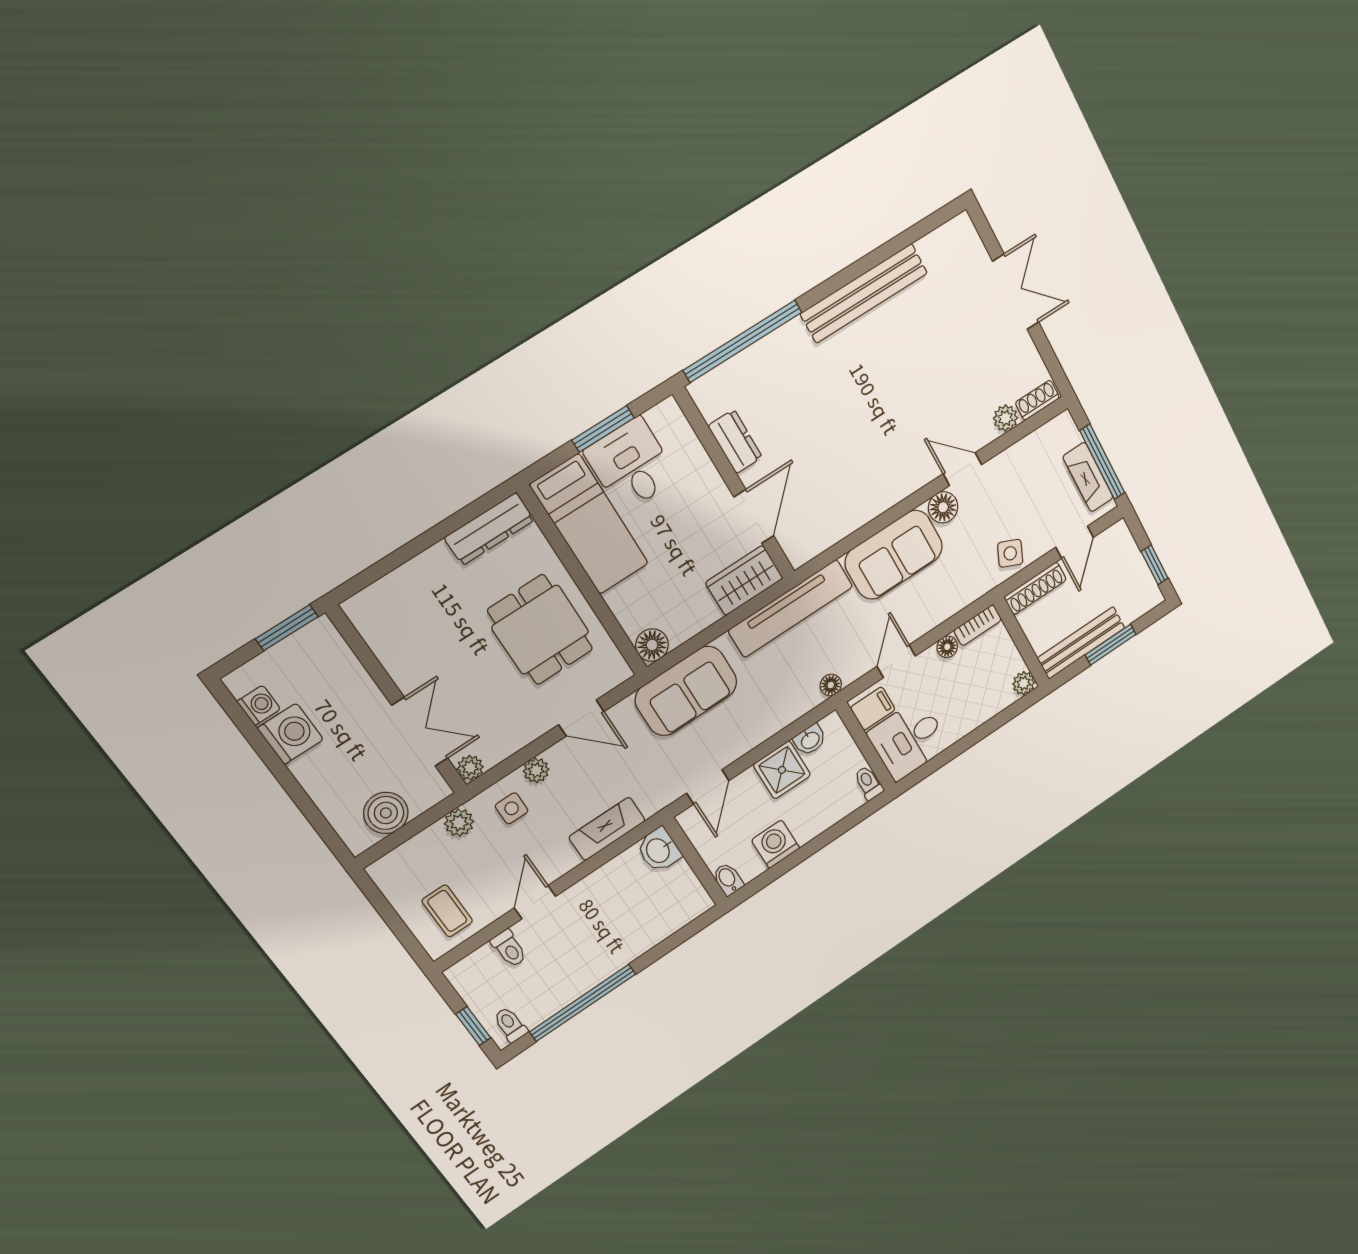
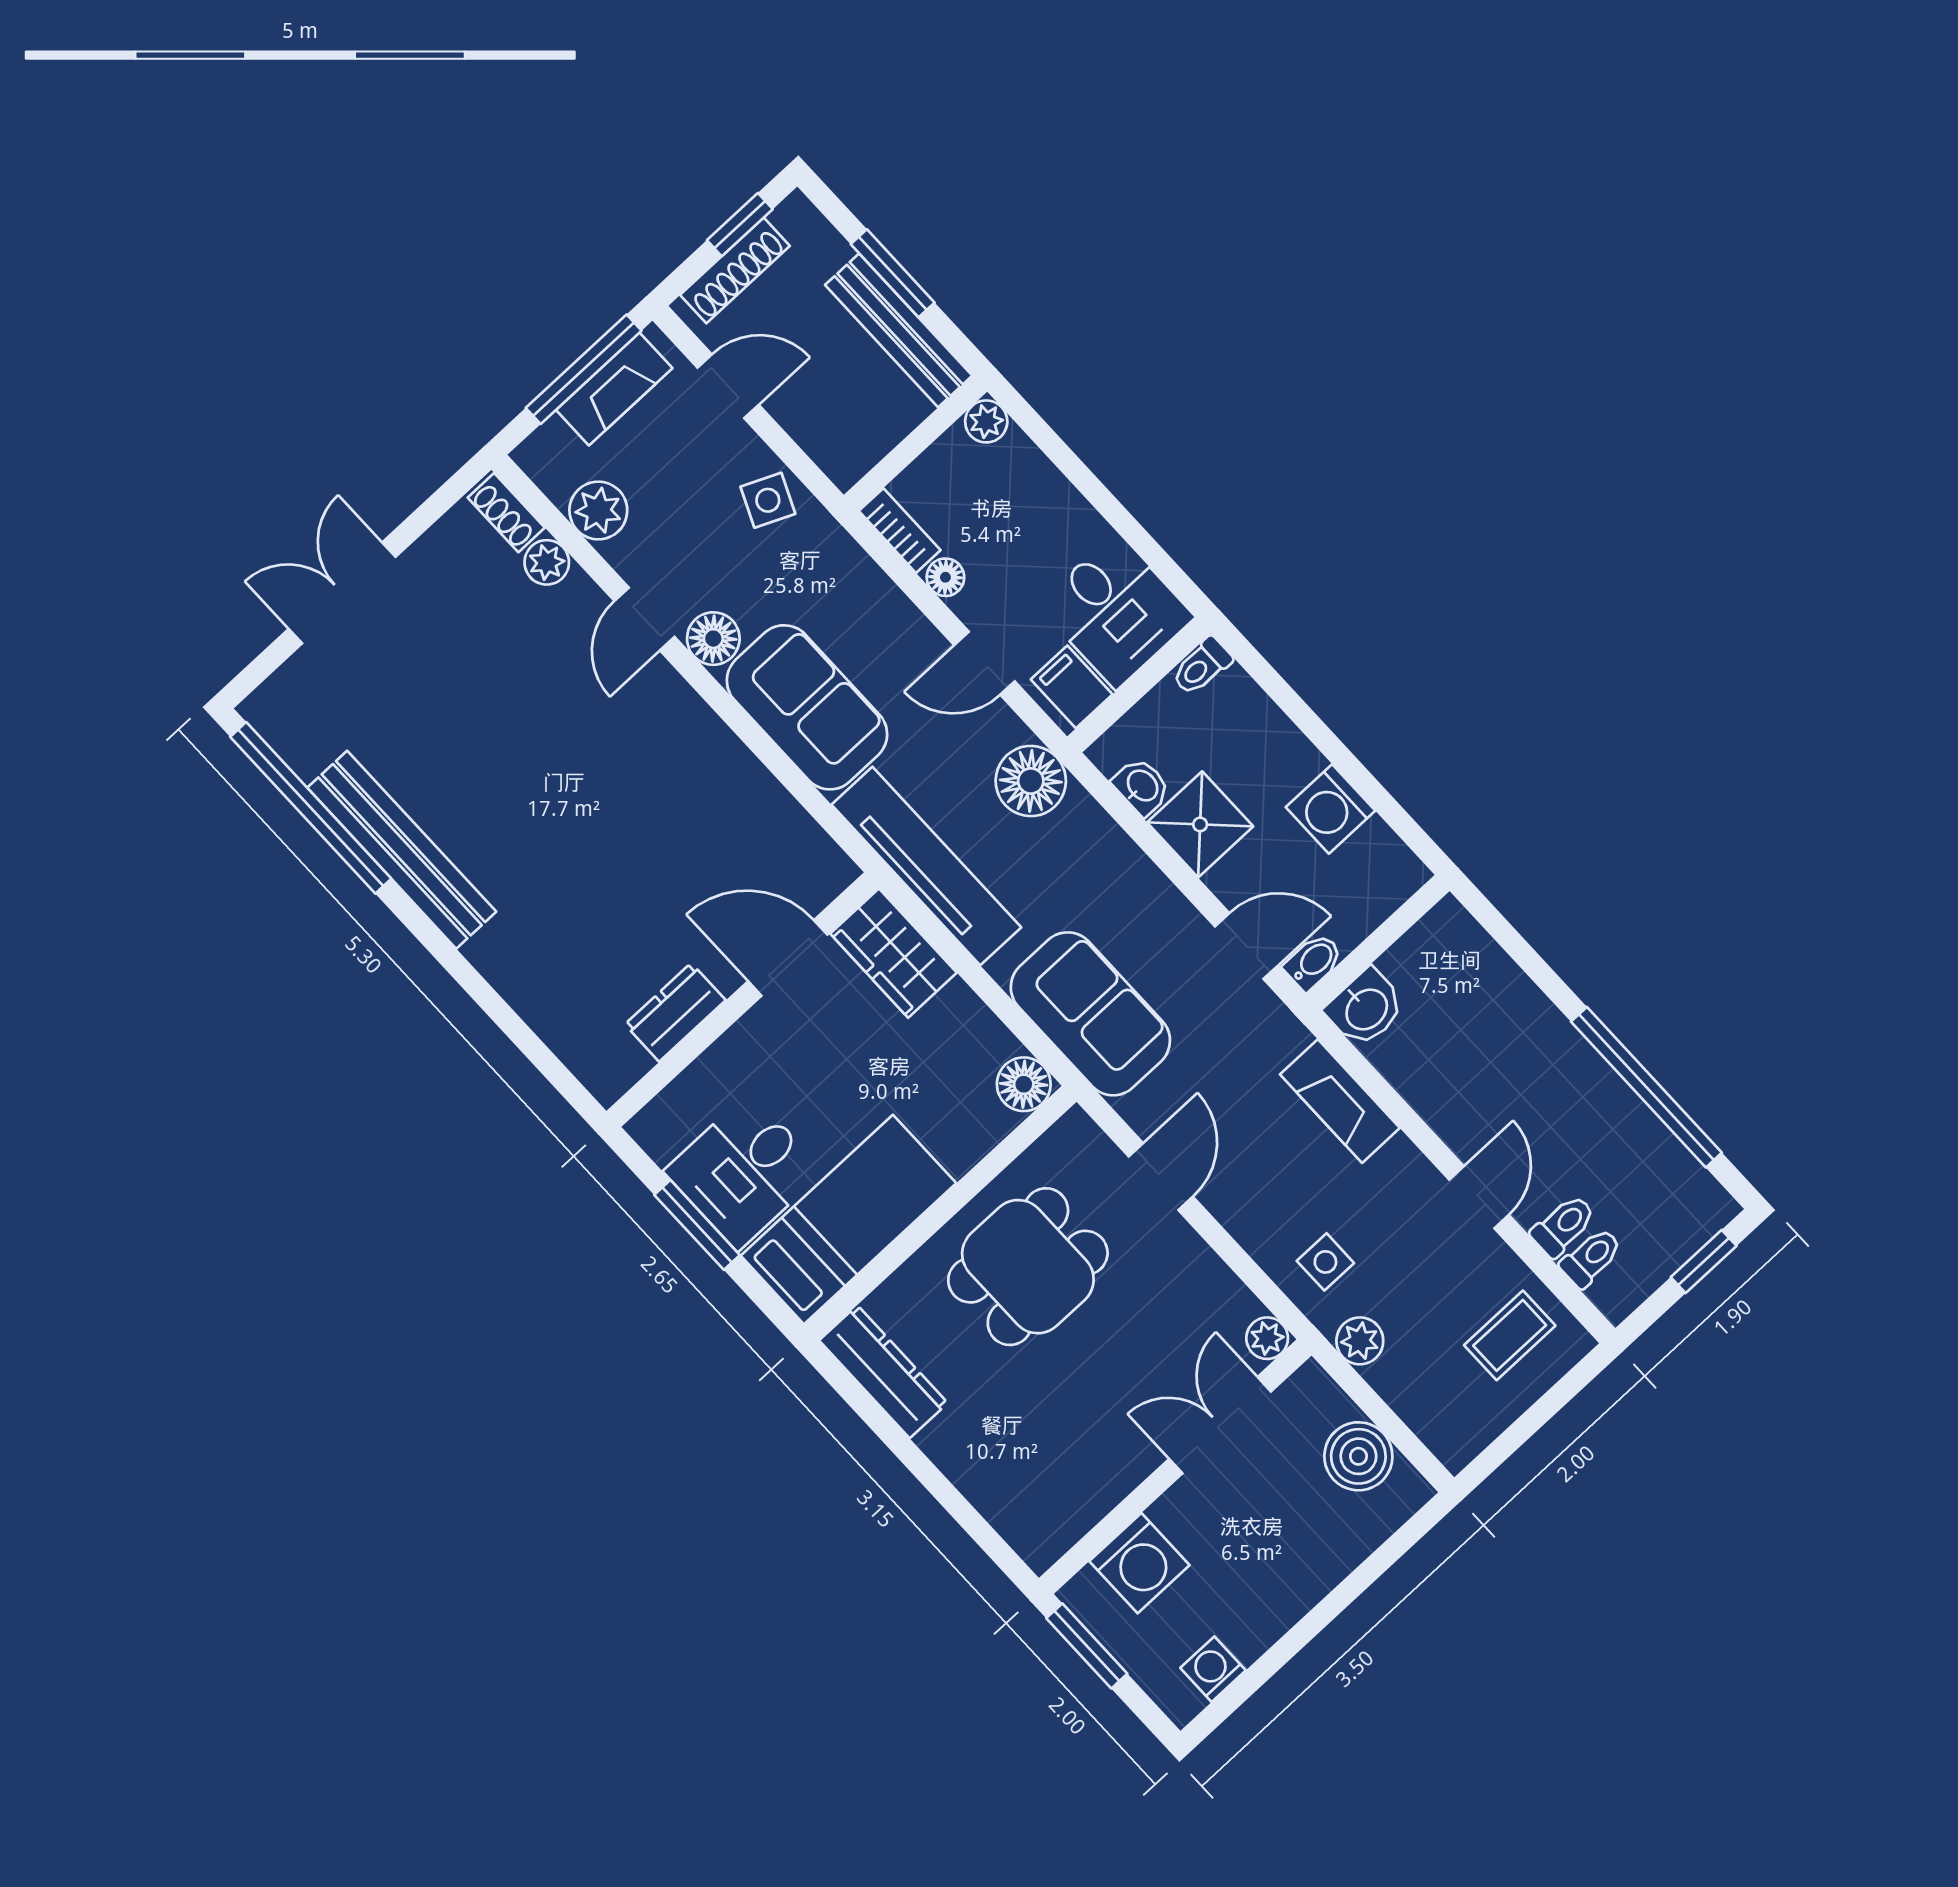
window: (743, 341) -> (311, 808), moved
shoe rack: (1035, 588) -> (735, 270), moved, turned 90
floor lamp: (831, 685) -> (1031, 781), width x1.89, depth x1.89
washing machine: (290, 734) -> (1139, 1563), moved, turned 180
plant: (536, 770) -> (598, 511), moved, width x1.38, depth x1.38
bidet: (728, 879) -> (1313, 962), moved, turned 180
door: (535, 902) -> (1479, 1197), swing flipped
toilet: (510, 1025) -> (1591, 1258), moved, turned 180

